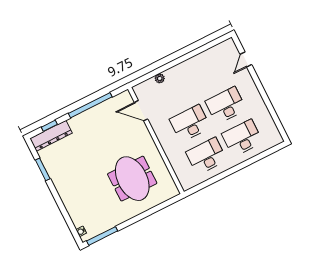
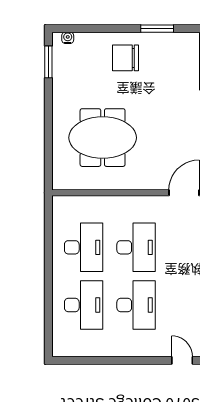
window: (43, 169) -> (157, 29), moved
chair: (75, 189) -> (125, 58), added
window: (102, 236) -> (48, 62), width x0.69

